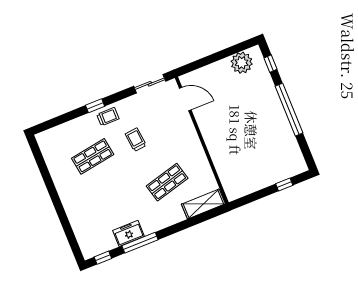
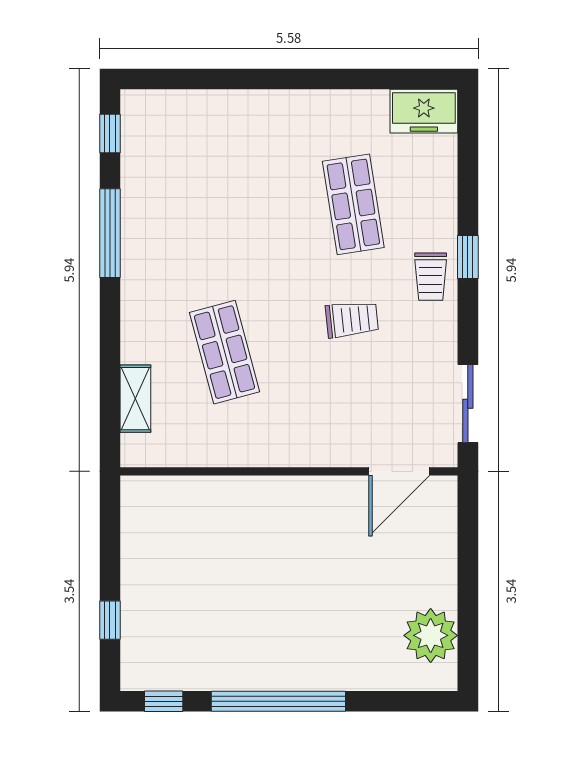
window: (270, 64) -> (164, 701), moved
shelving: (203, 204) -> (135, 399), width x0.67, depth x0.75
freezer: (129, 233) -> (424, 111), moved, turned 90

